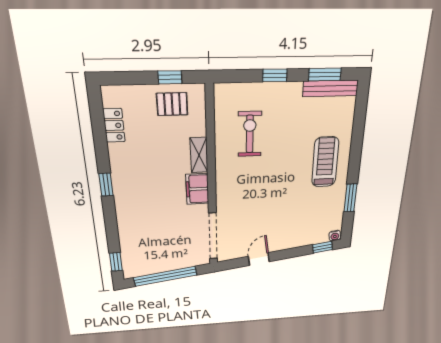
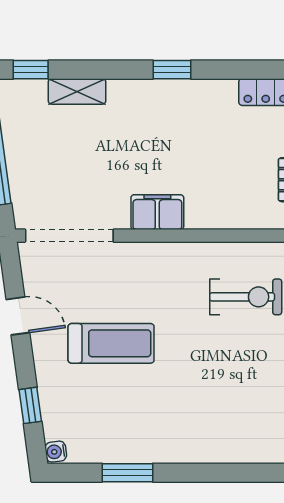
shelving: (199, 155) -> (77, 91), moved
treadmill: (325, 162) -> (111, 343), moved
window: (322, 247) -> (30, 405), moved

